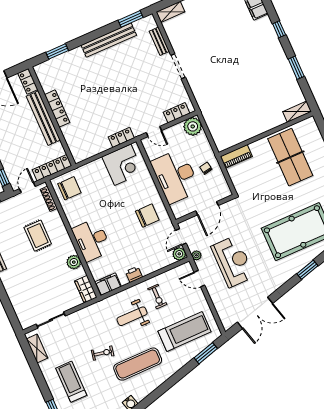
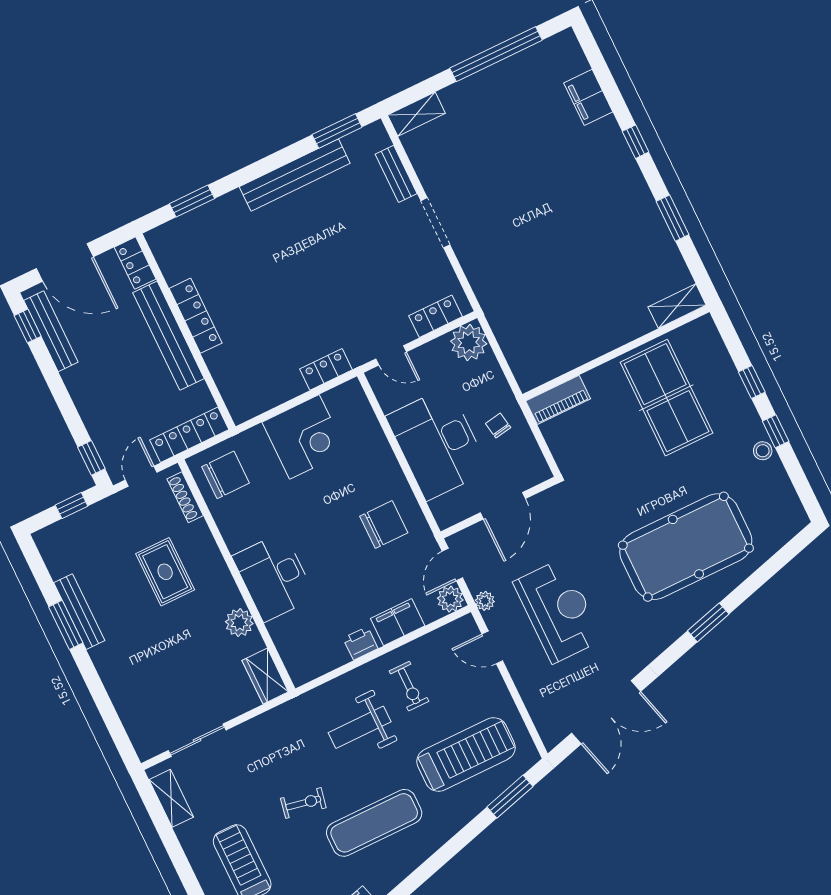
corner desk: (123, 165) -> (304, 437), moved
filing cabinet: (108, 284) -> (398, 622), moved

